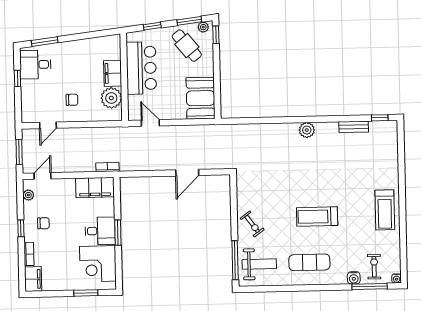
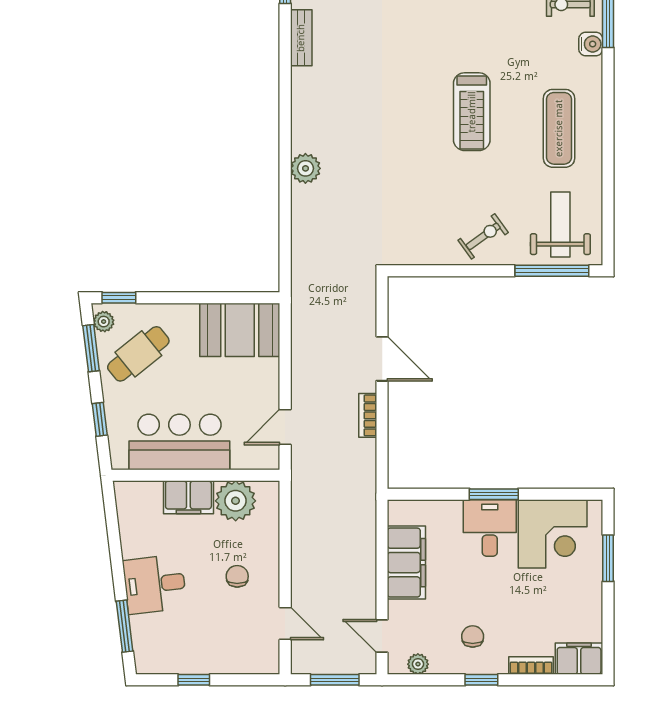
desk: (35, 65) -> (155, 584), moved, turned 83
plant: (307, 130) -> (305, 168), moved
bookcase: (107, 167) -> (368, 415), moved
filing cabinet: (95, 188) -> (406, 563), moved

